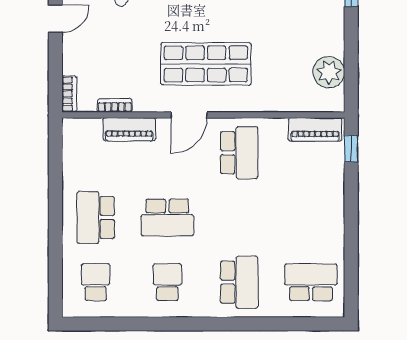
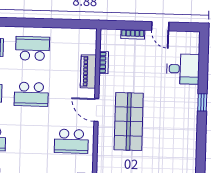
bookcase: (69, 94) -> (133, 34), moved
school desk: (167, 217) -> (31, 94), turned -90

